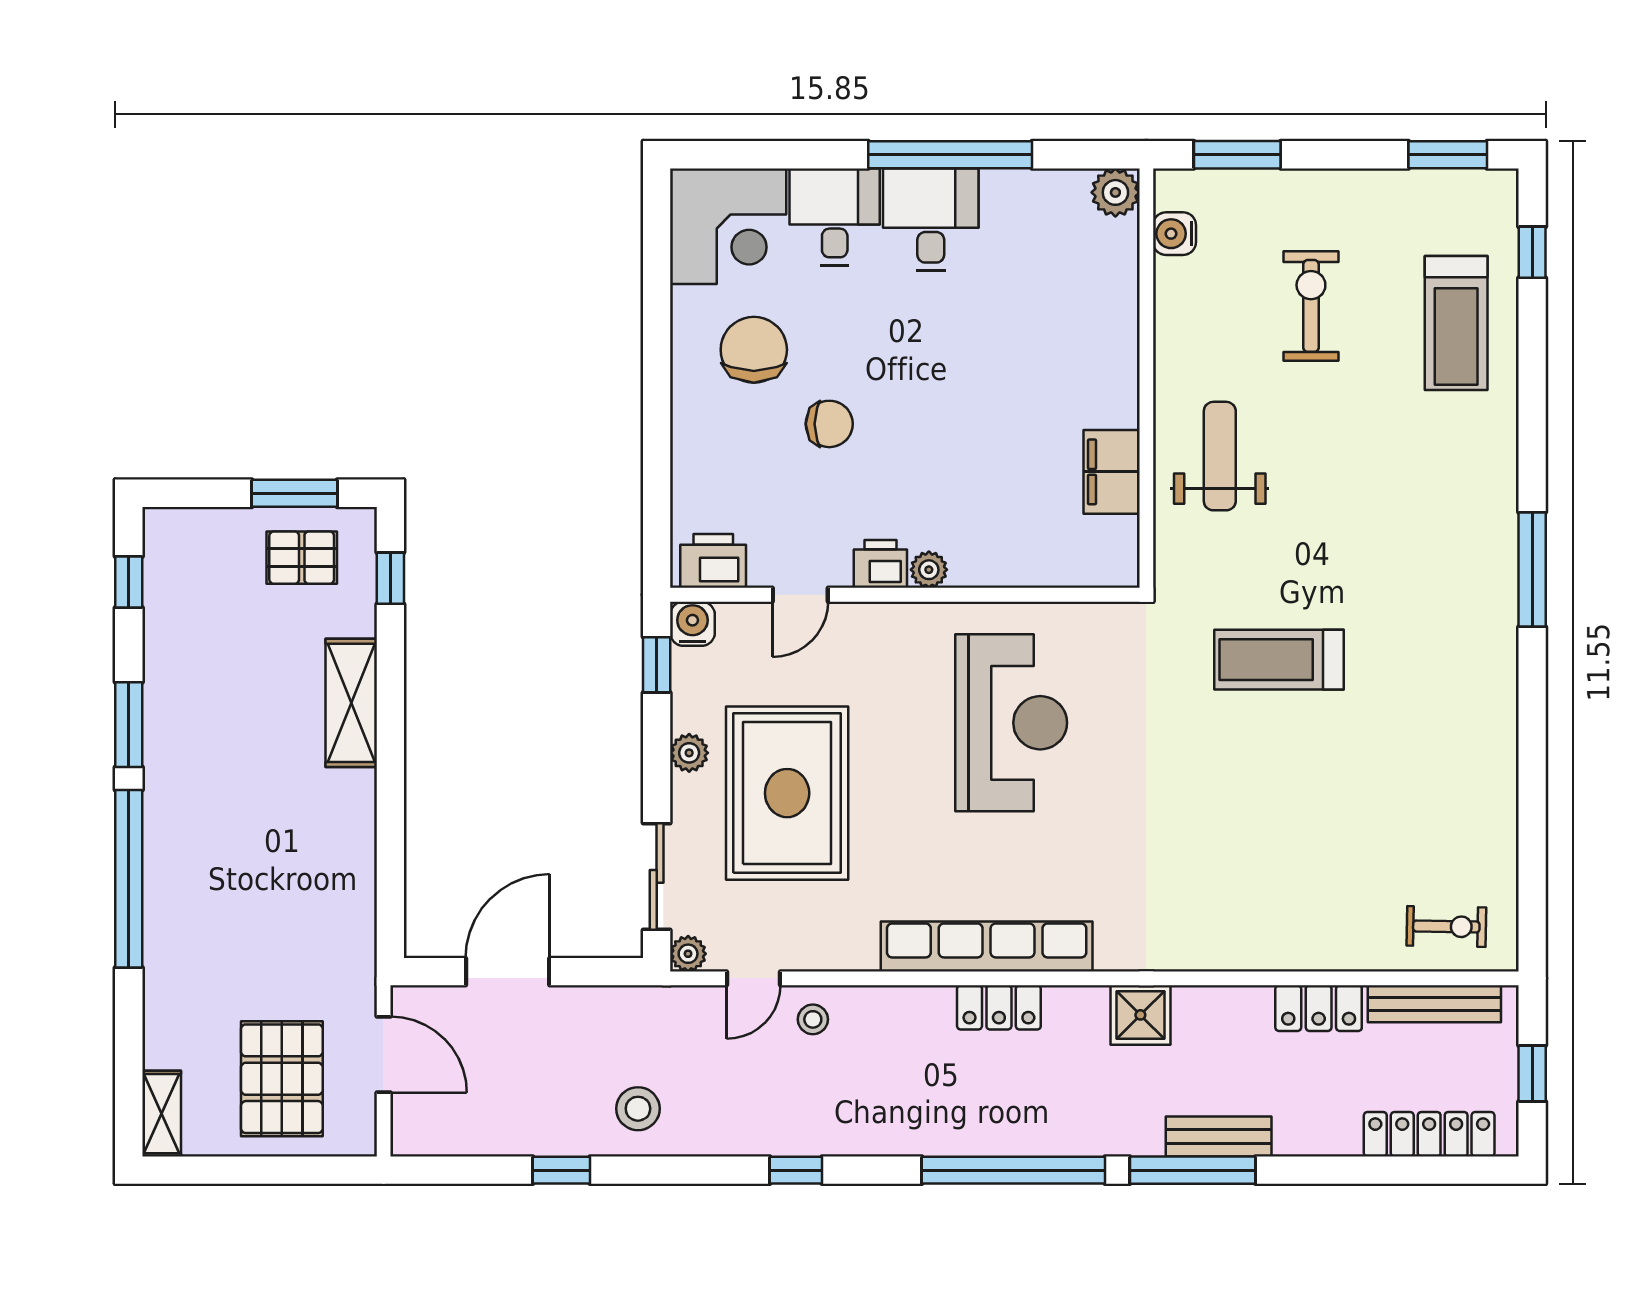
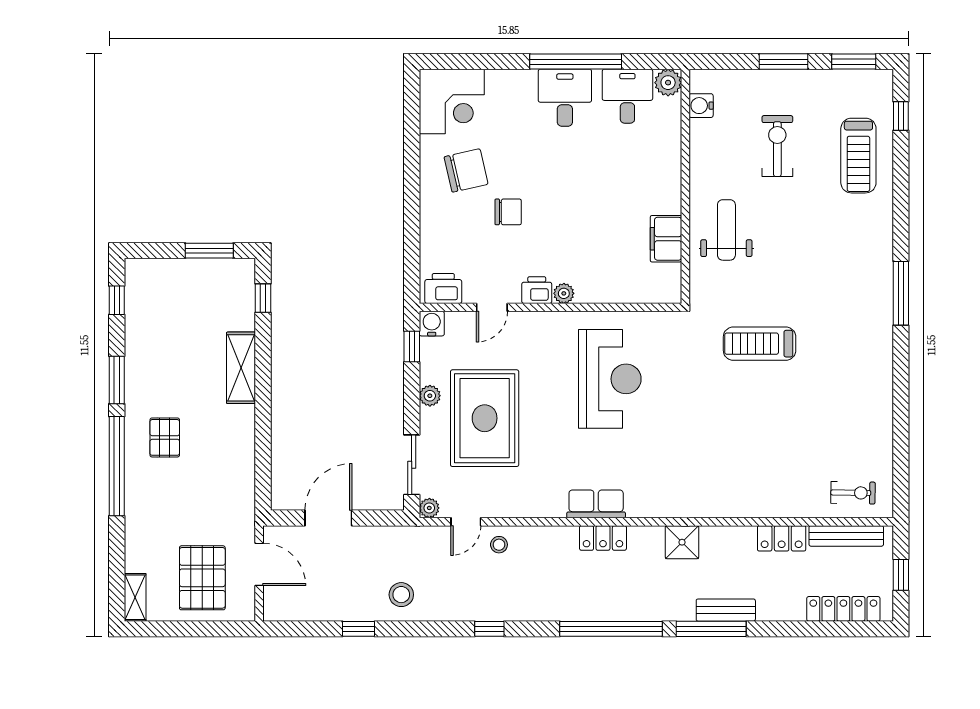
window: (1237, 155) -> (784, 62), moved
desk: (835, 217) -> (627, 96), moved
chair: (754, 350) -> (466, 170), turned 77
pallet: (302, 558) -> (165, 437), moved, turned 90
row of seats: (987, 946) -> (596, 504), width x0.50

